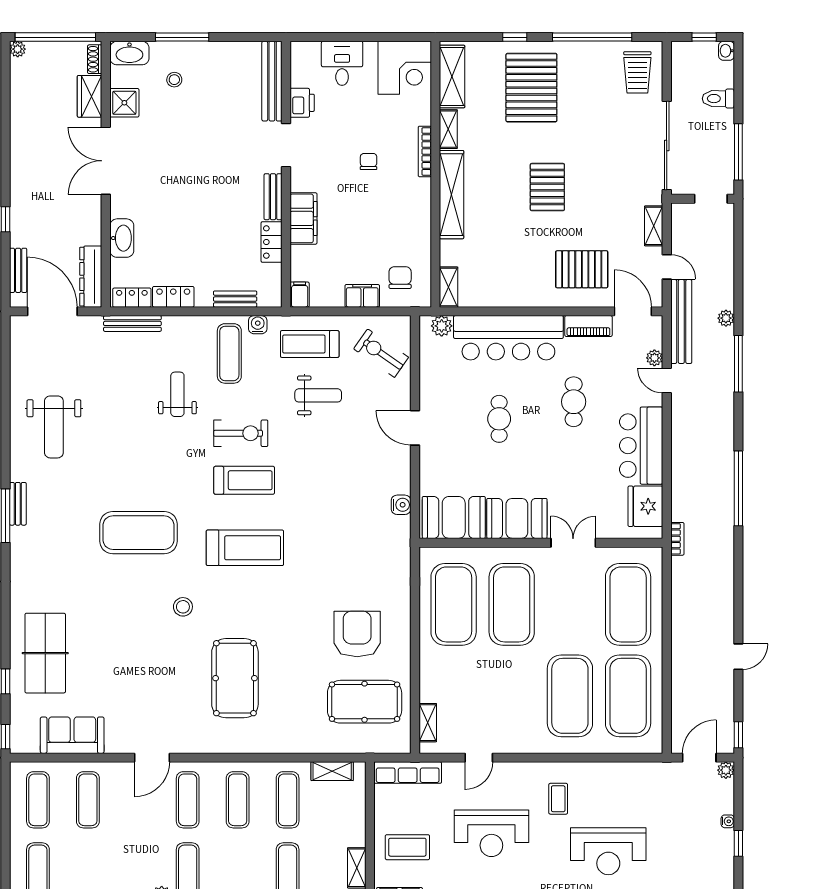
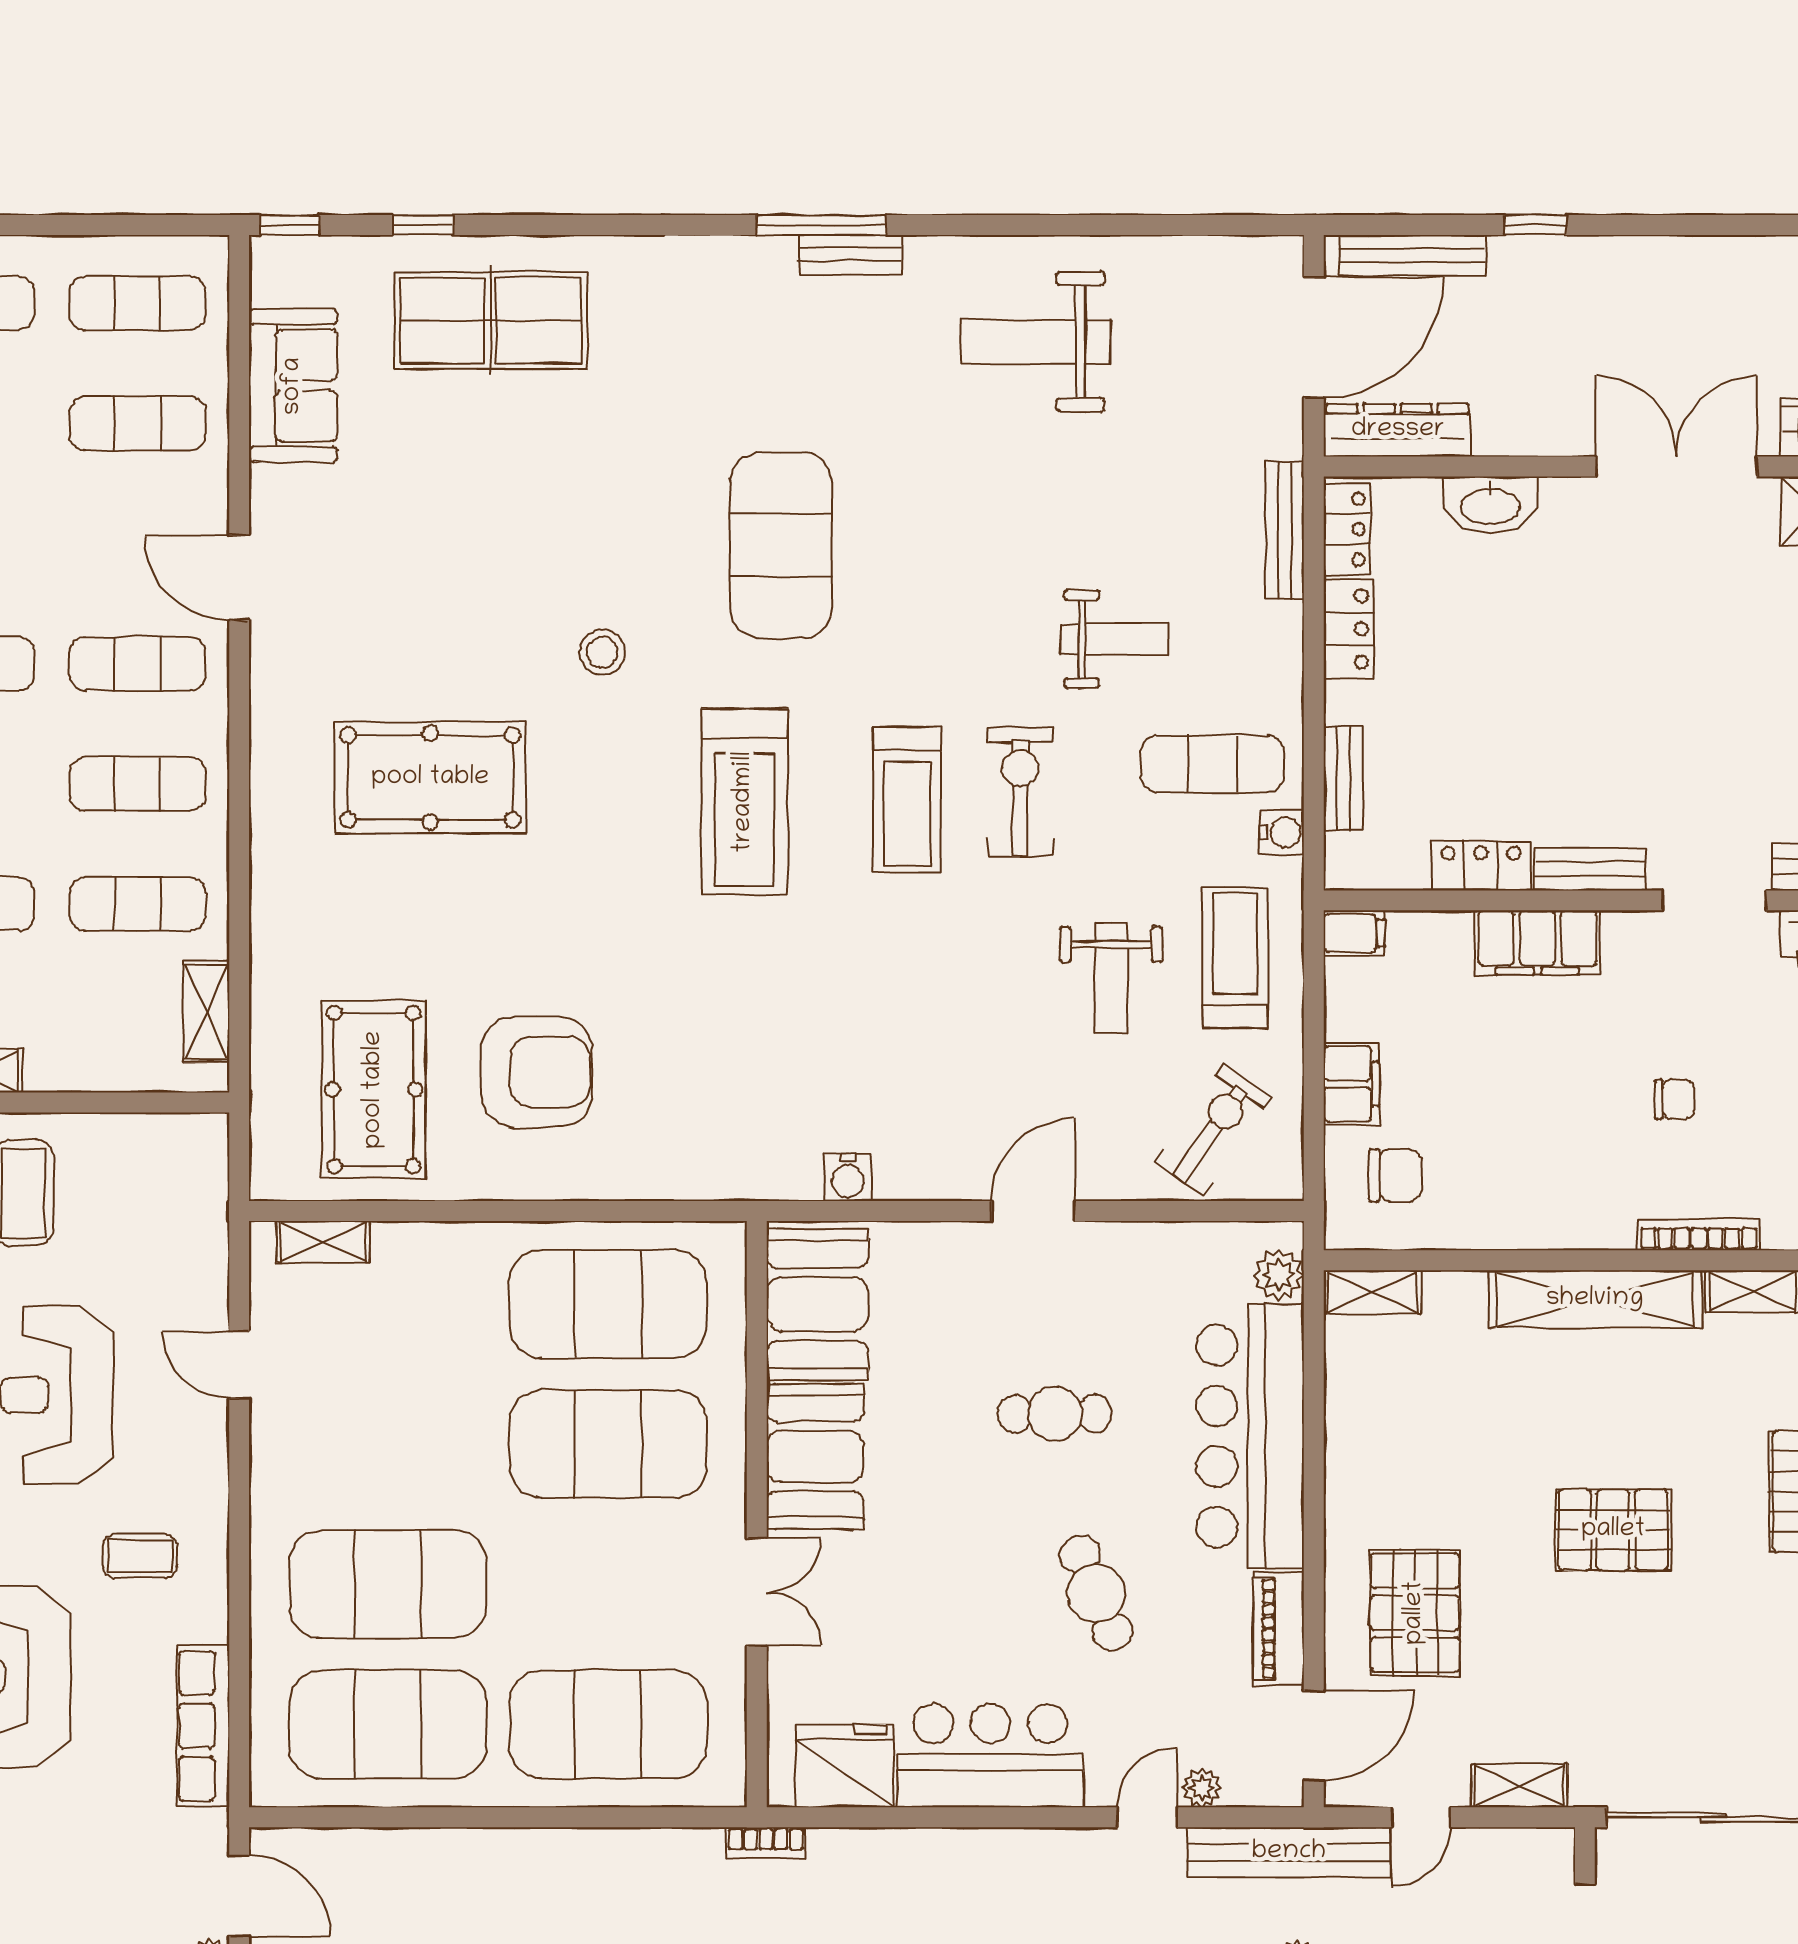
bench: (18, 270) -> (1413, 255), width x1.36
cafe table: (574, 402) -> (1096, 1593), turned 67
exercise bike: (241, 433) -> (1020, 792), turned 180
row of seats: (408, 773) -> (203, 1726), moved

